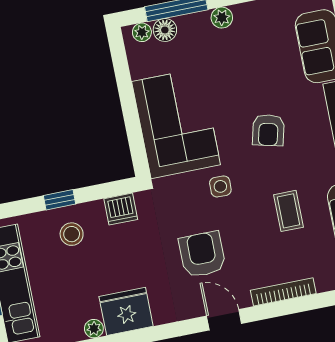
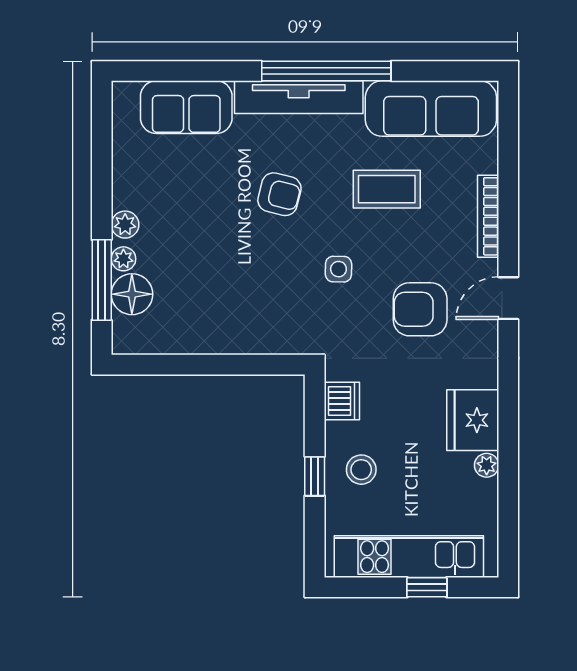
floor lamp: (165, 30) -> (132, 294), width x1.38, depth x1.38
plant: (142, 32) -> (123, 259), moved
corner sofa: (176, 123) -> (247, 309), removed
coffee table: (288, 211) -> (387, 189), width x1.36, depth x1.30

